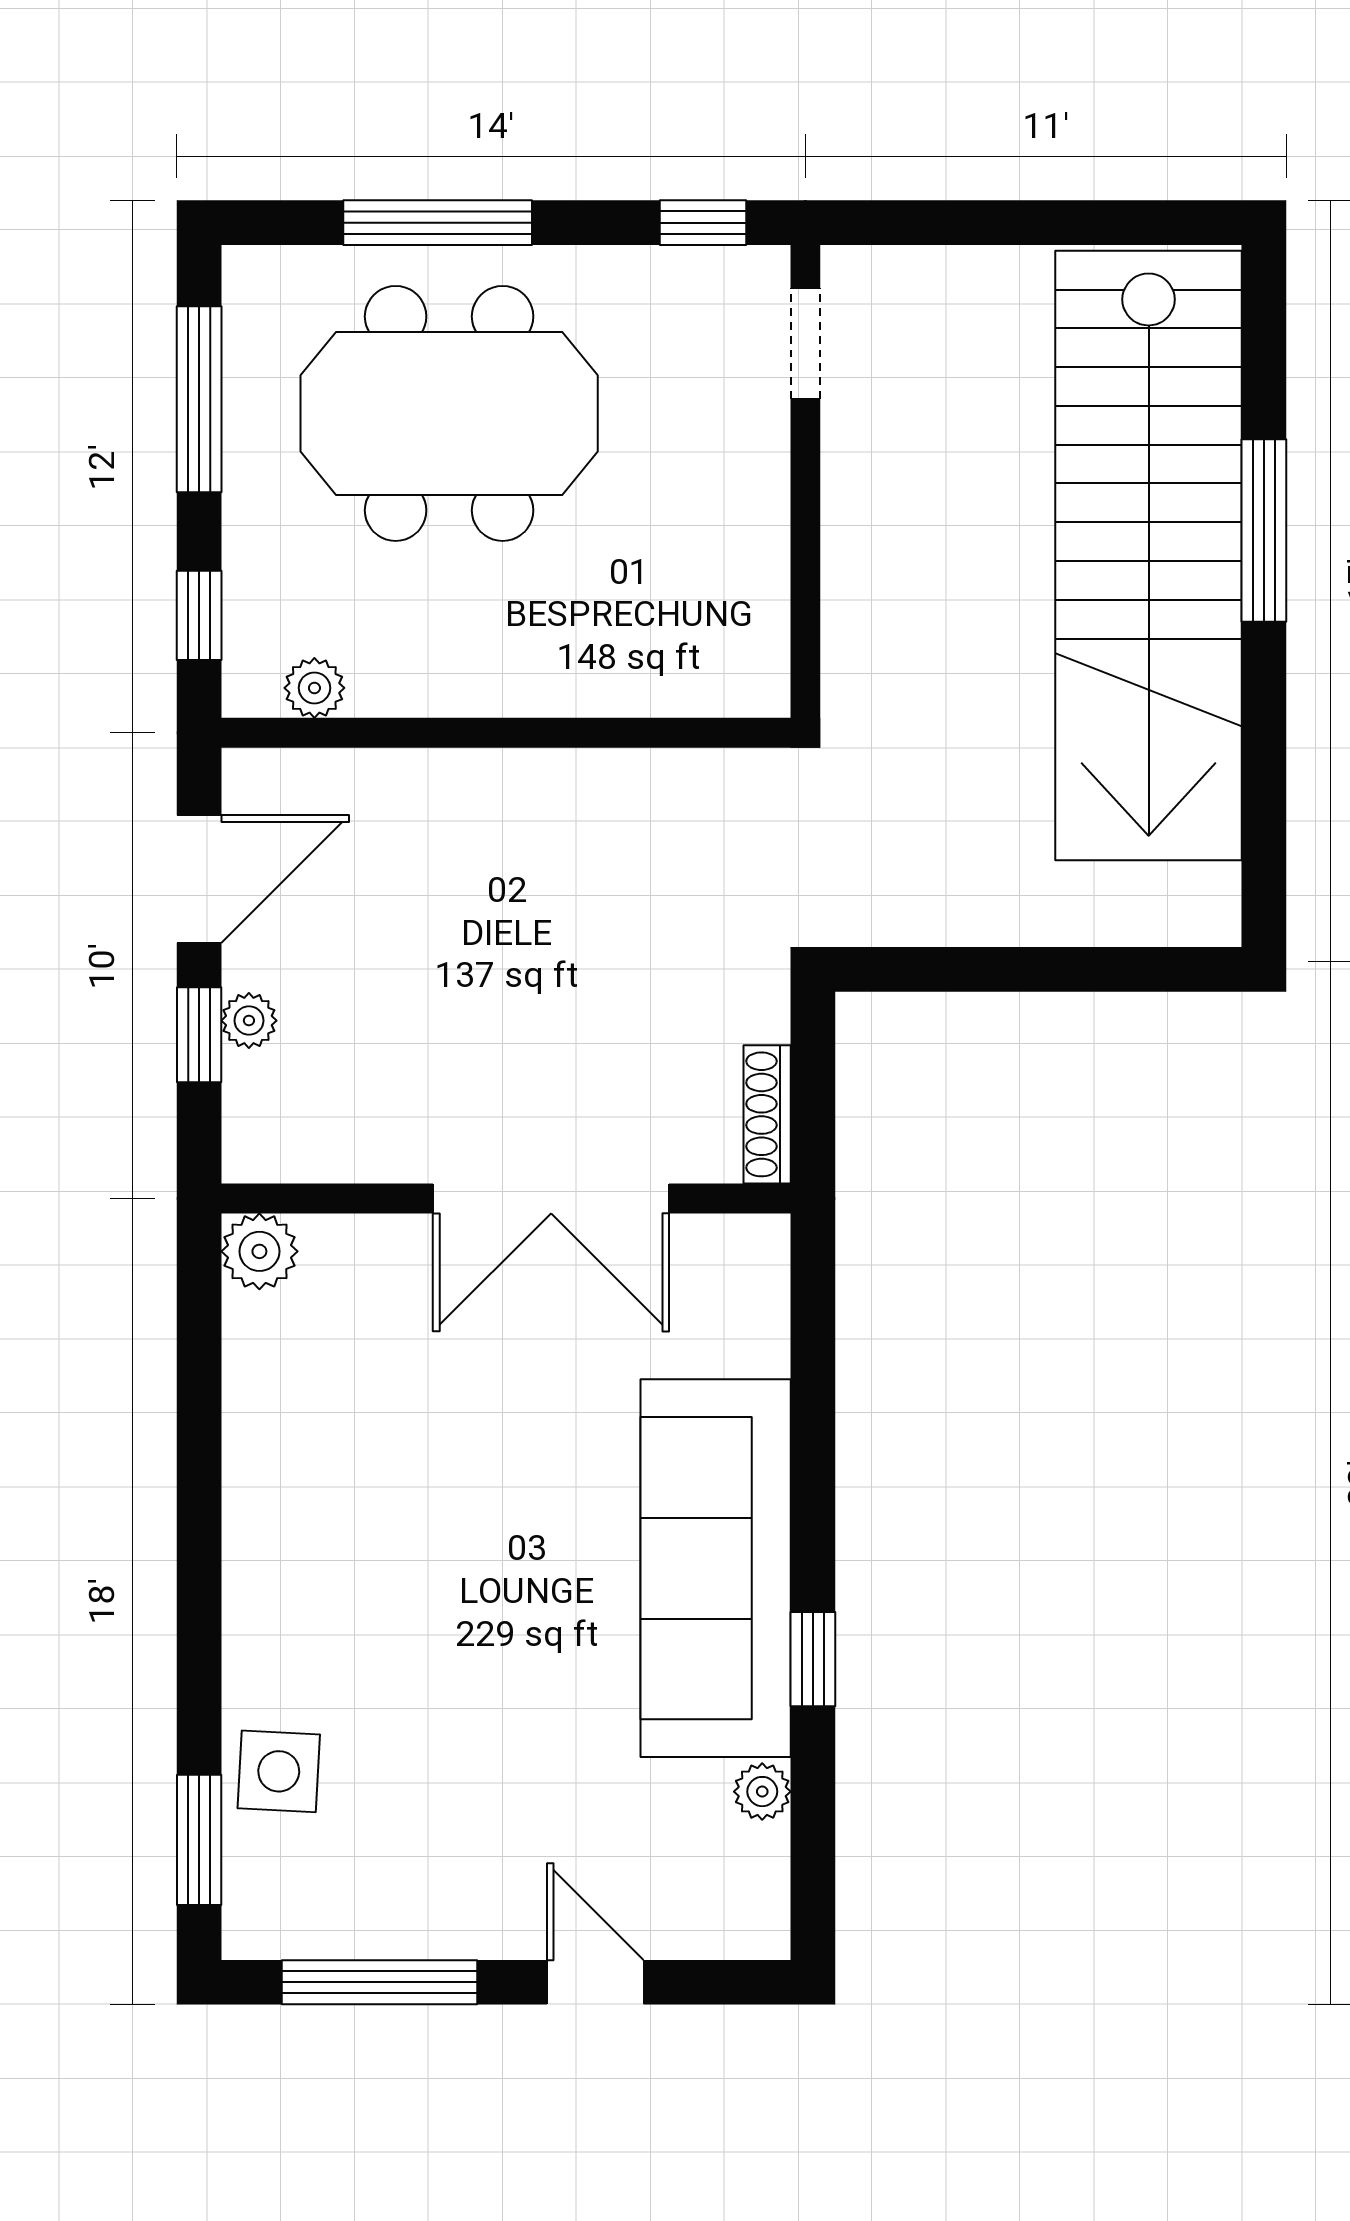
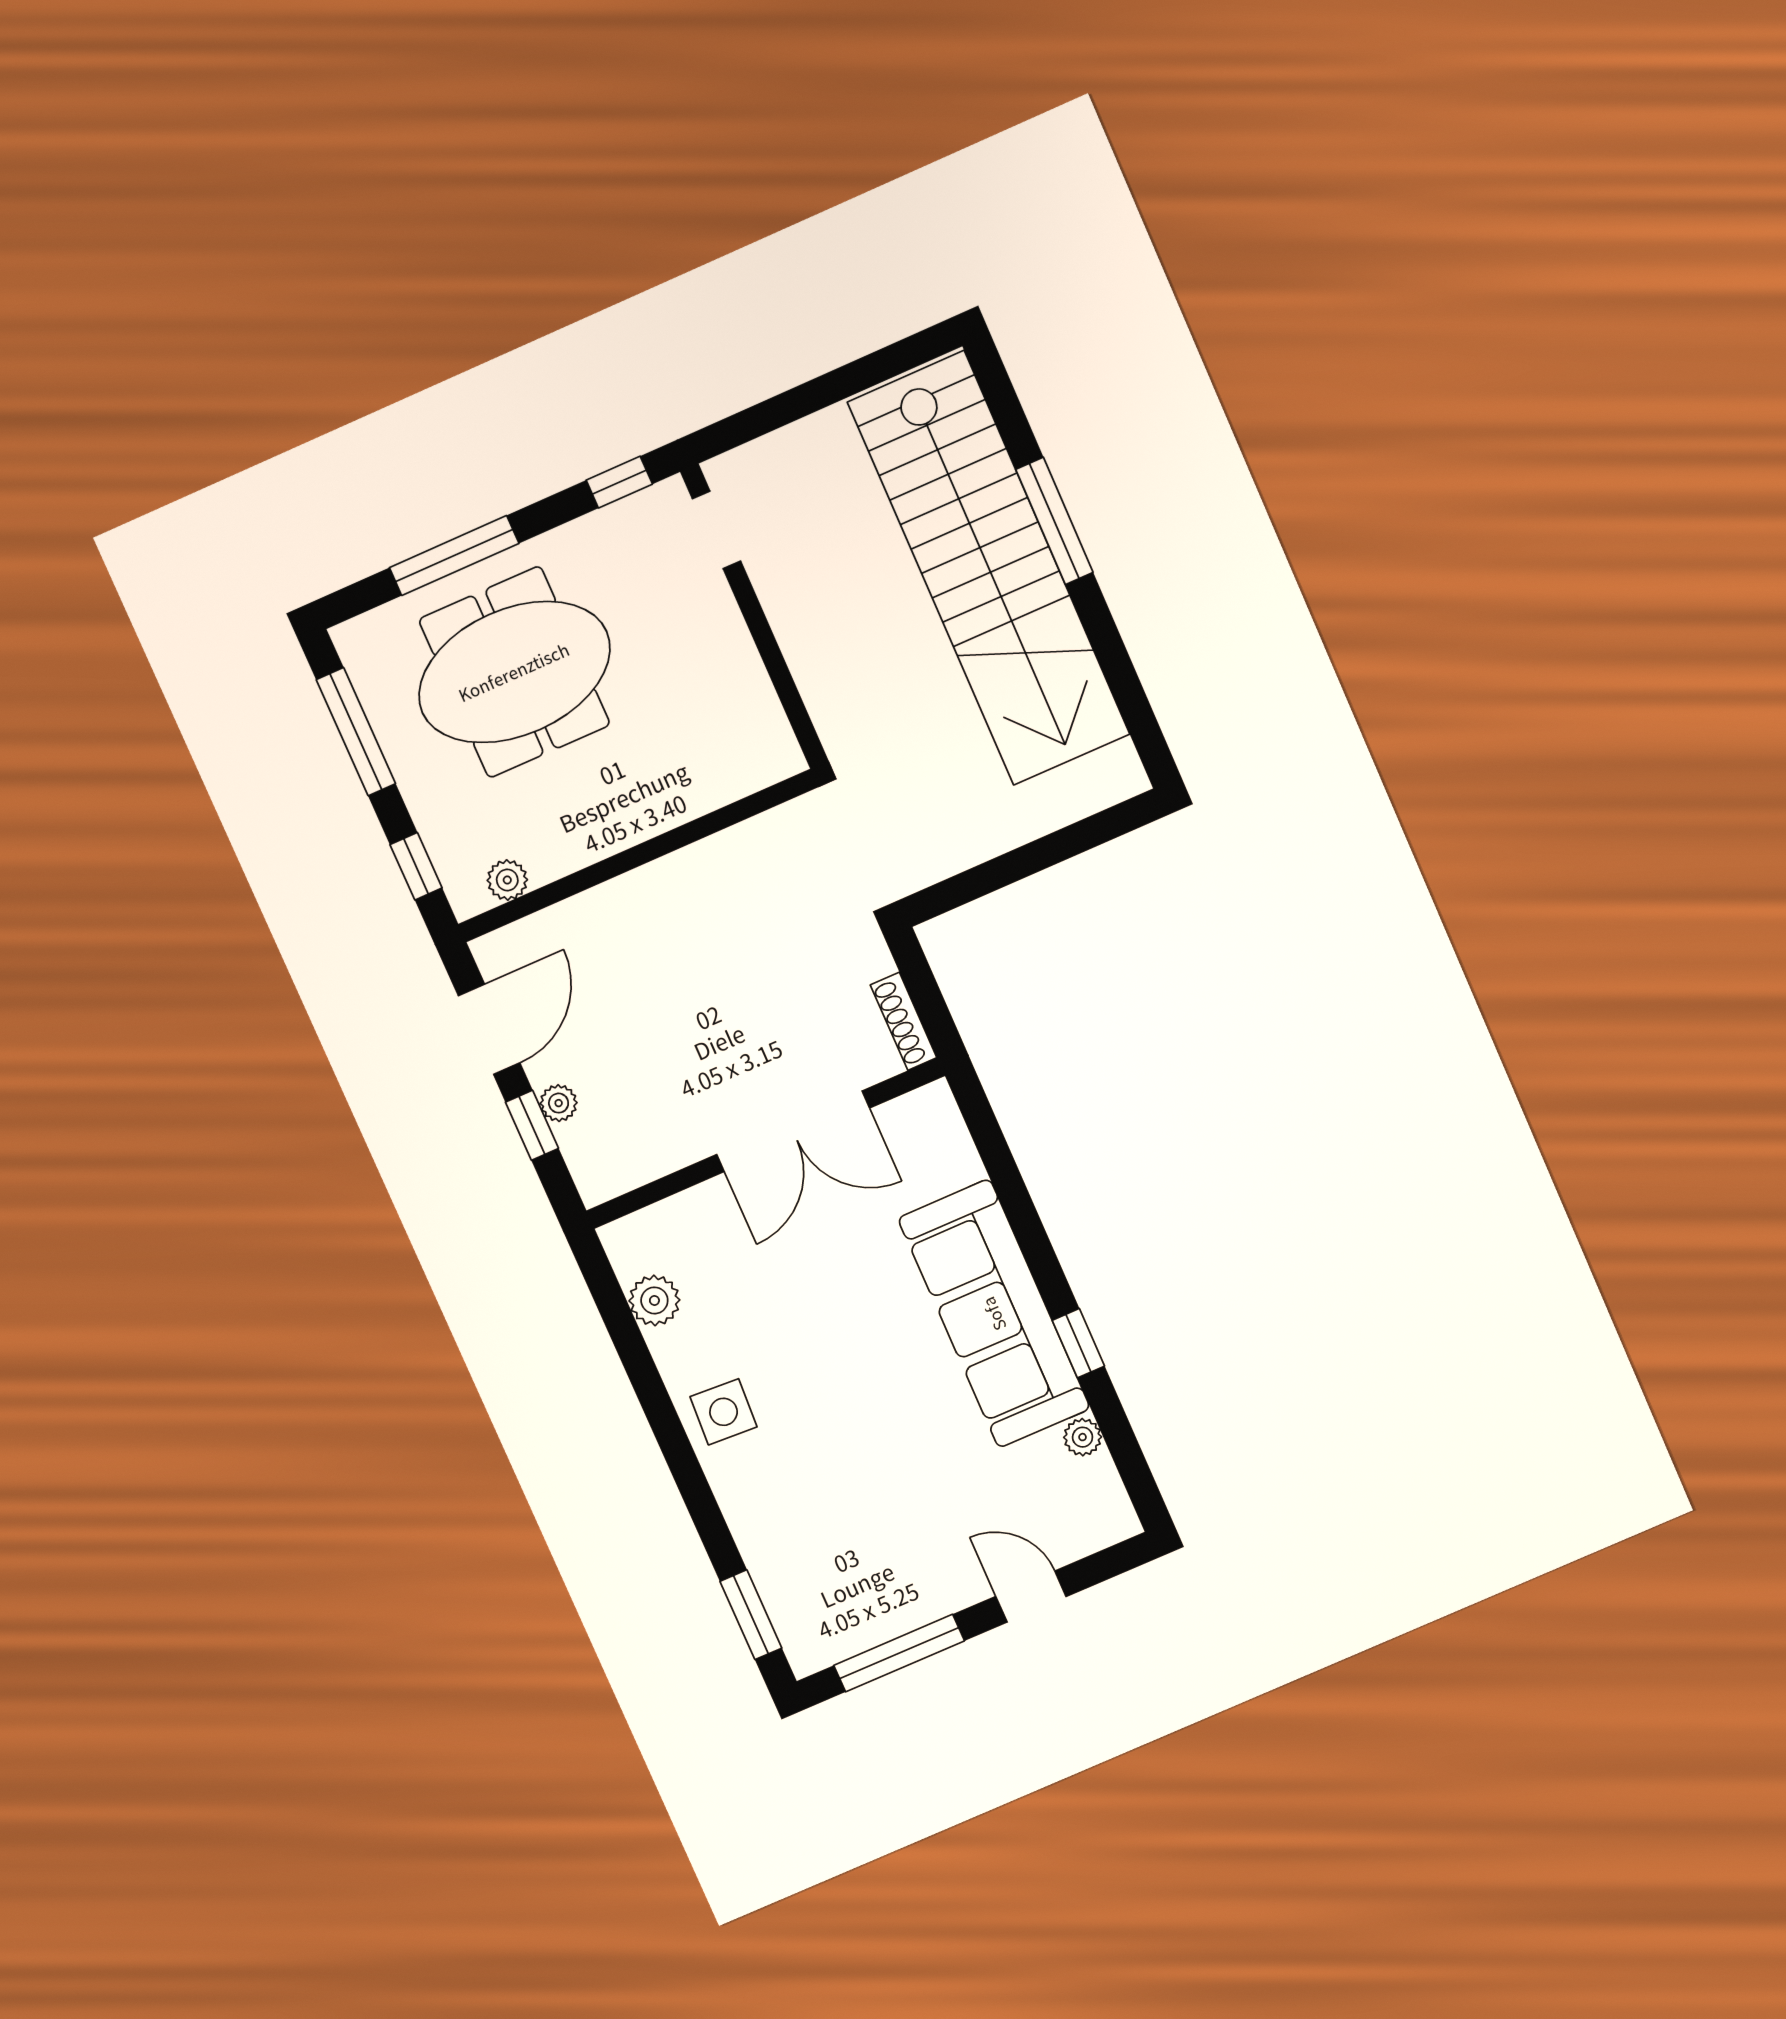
plant: (259, 1251) -> (654, 1300), moved
side table: (279, 1771) -> (724, 1412), moved

